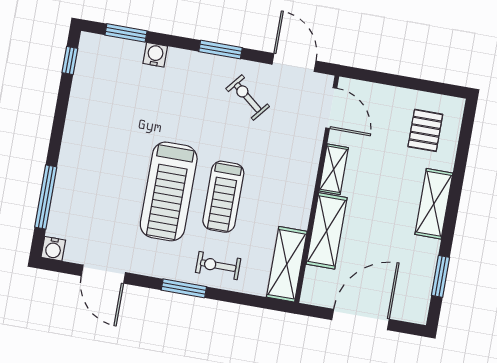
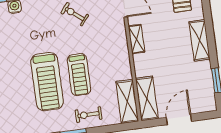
shelving: (327, 231) -> (147, 98), moved
door: (360, 319) -> (179, 119), width x0.73

